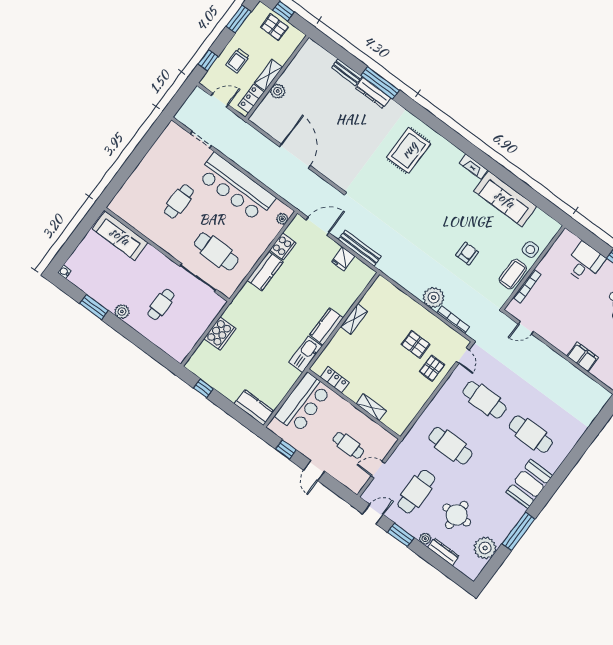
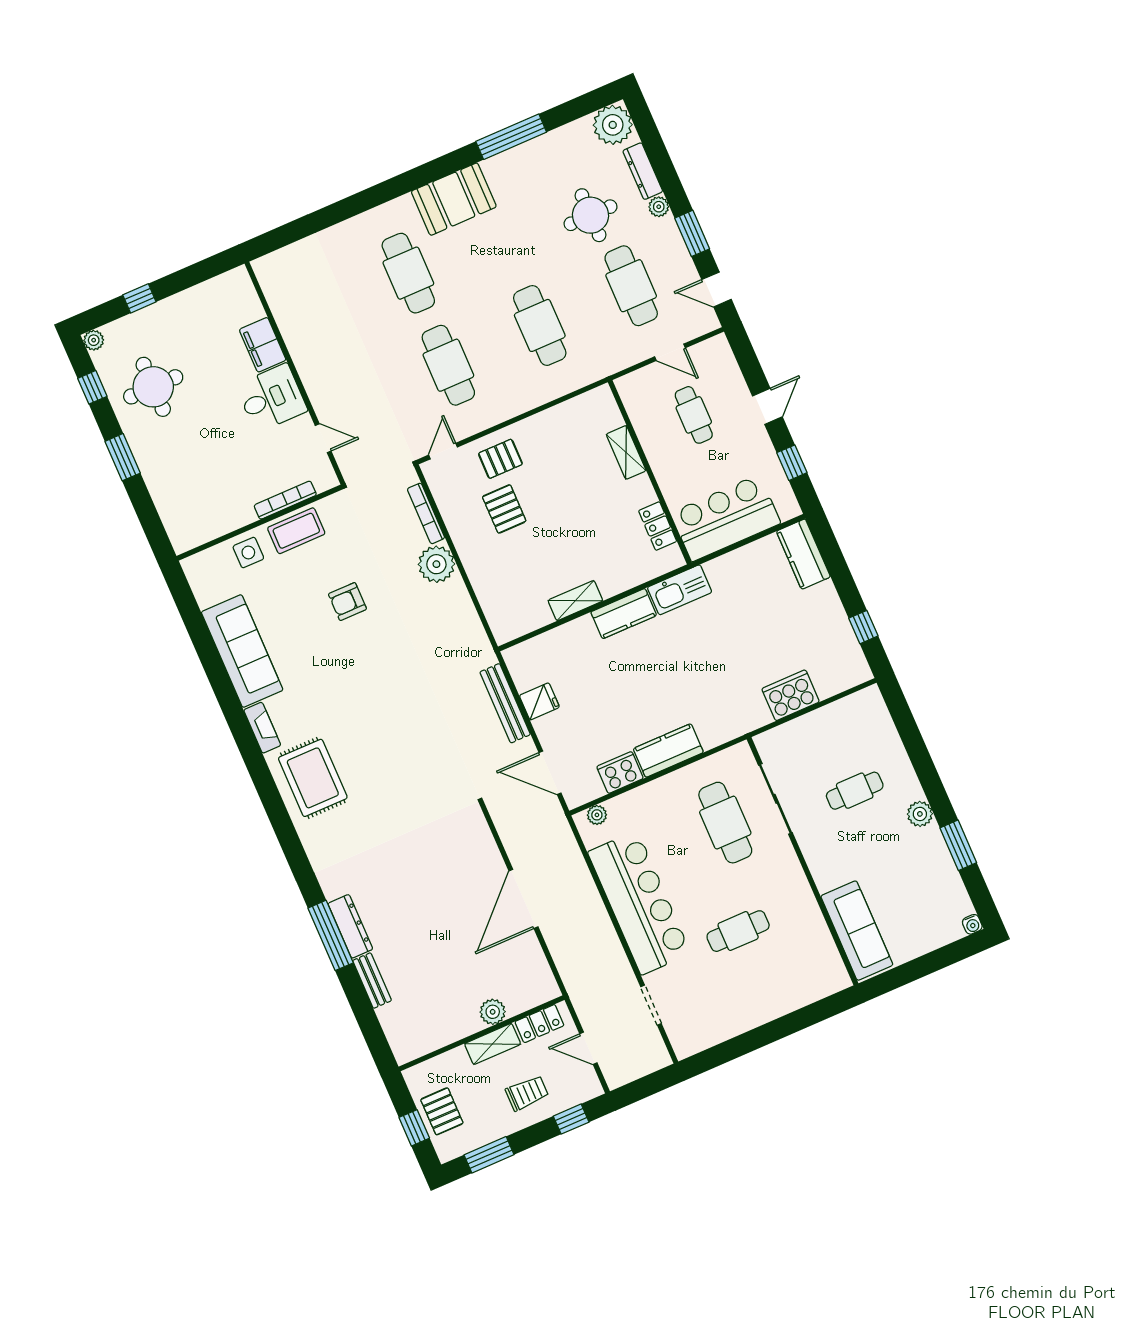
rug: (409, 150) -> (313, 778), moved, turned 90
desk: (585, 262) -> (271, 398), moved, turned 180
cafe table: (416, 492) -> (631, 286), turned 90
plant: (485, 548) -> (613, 125), moved

